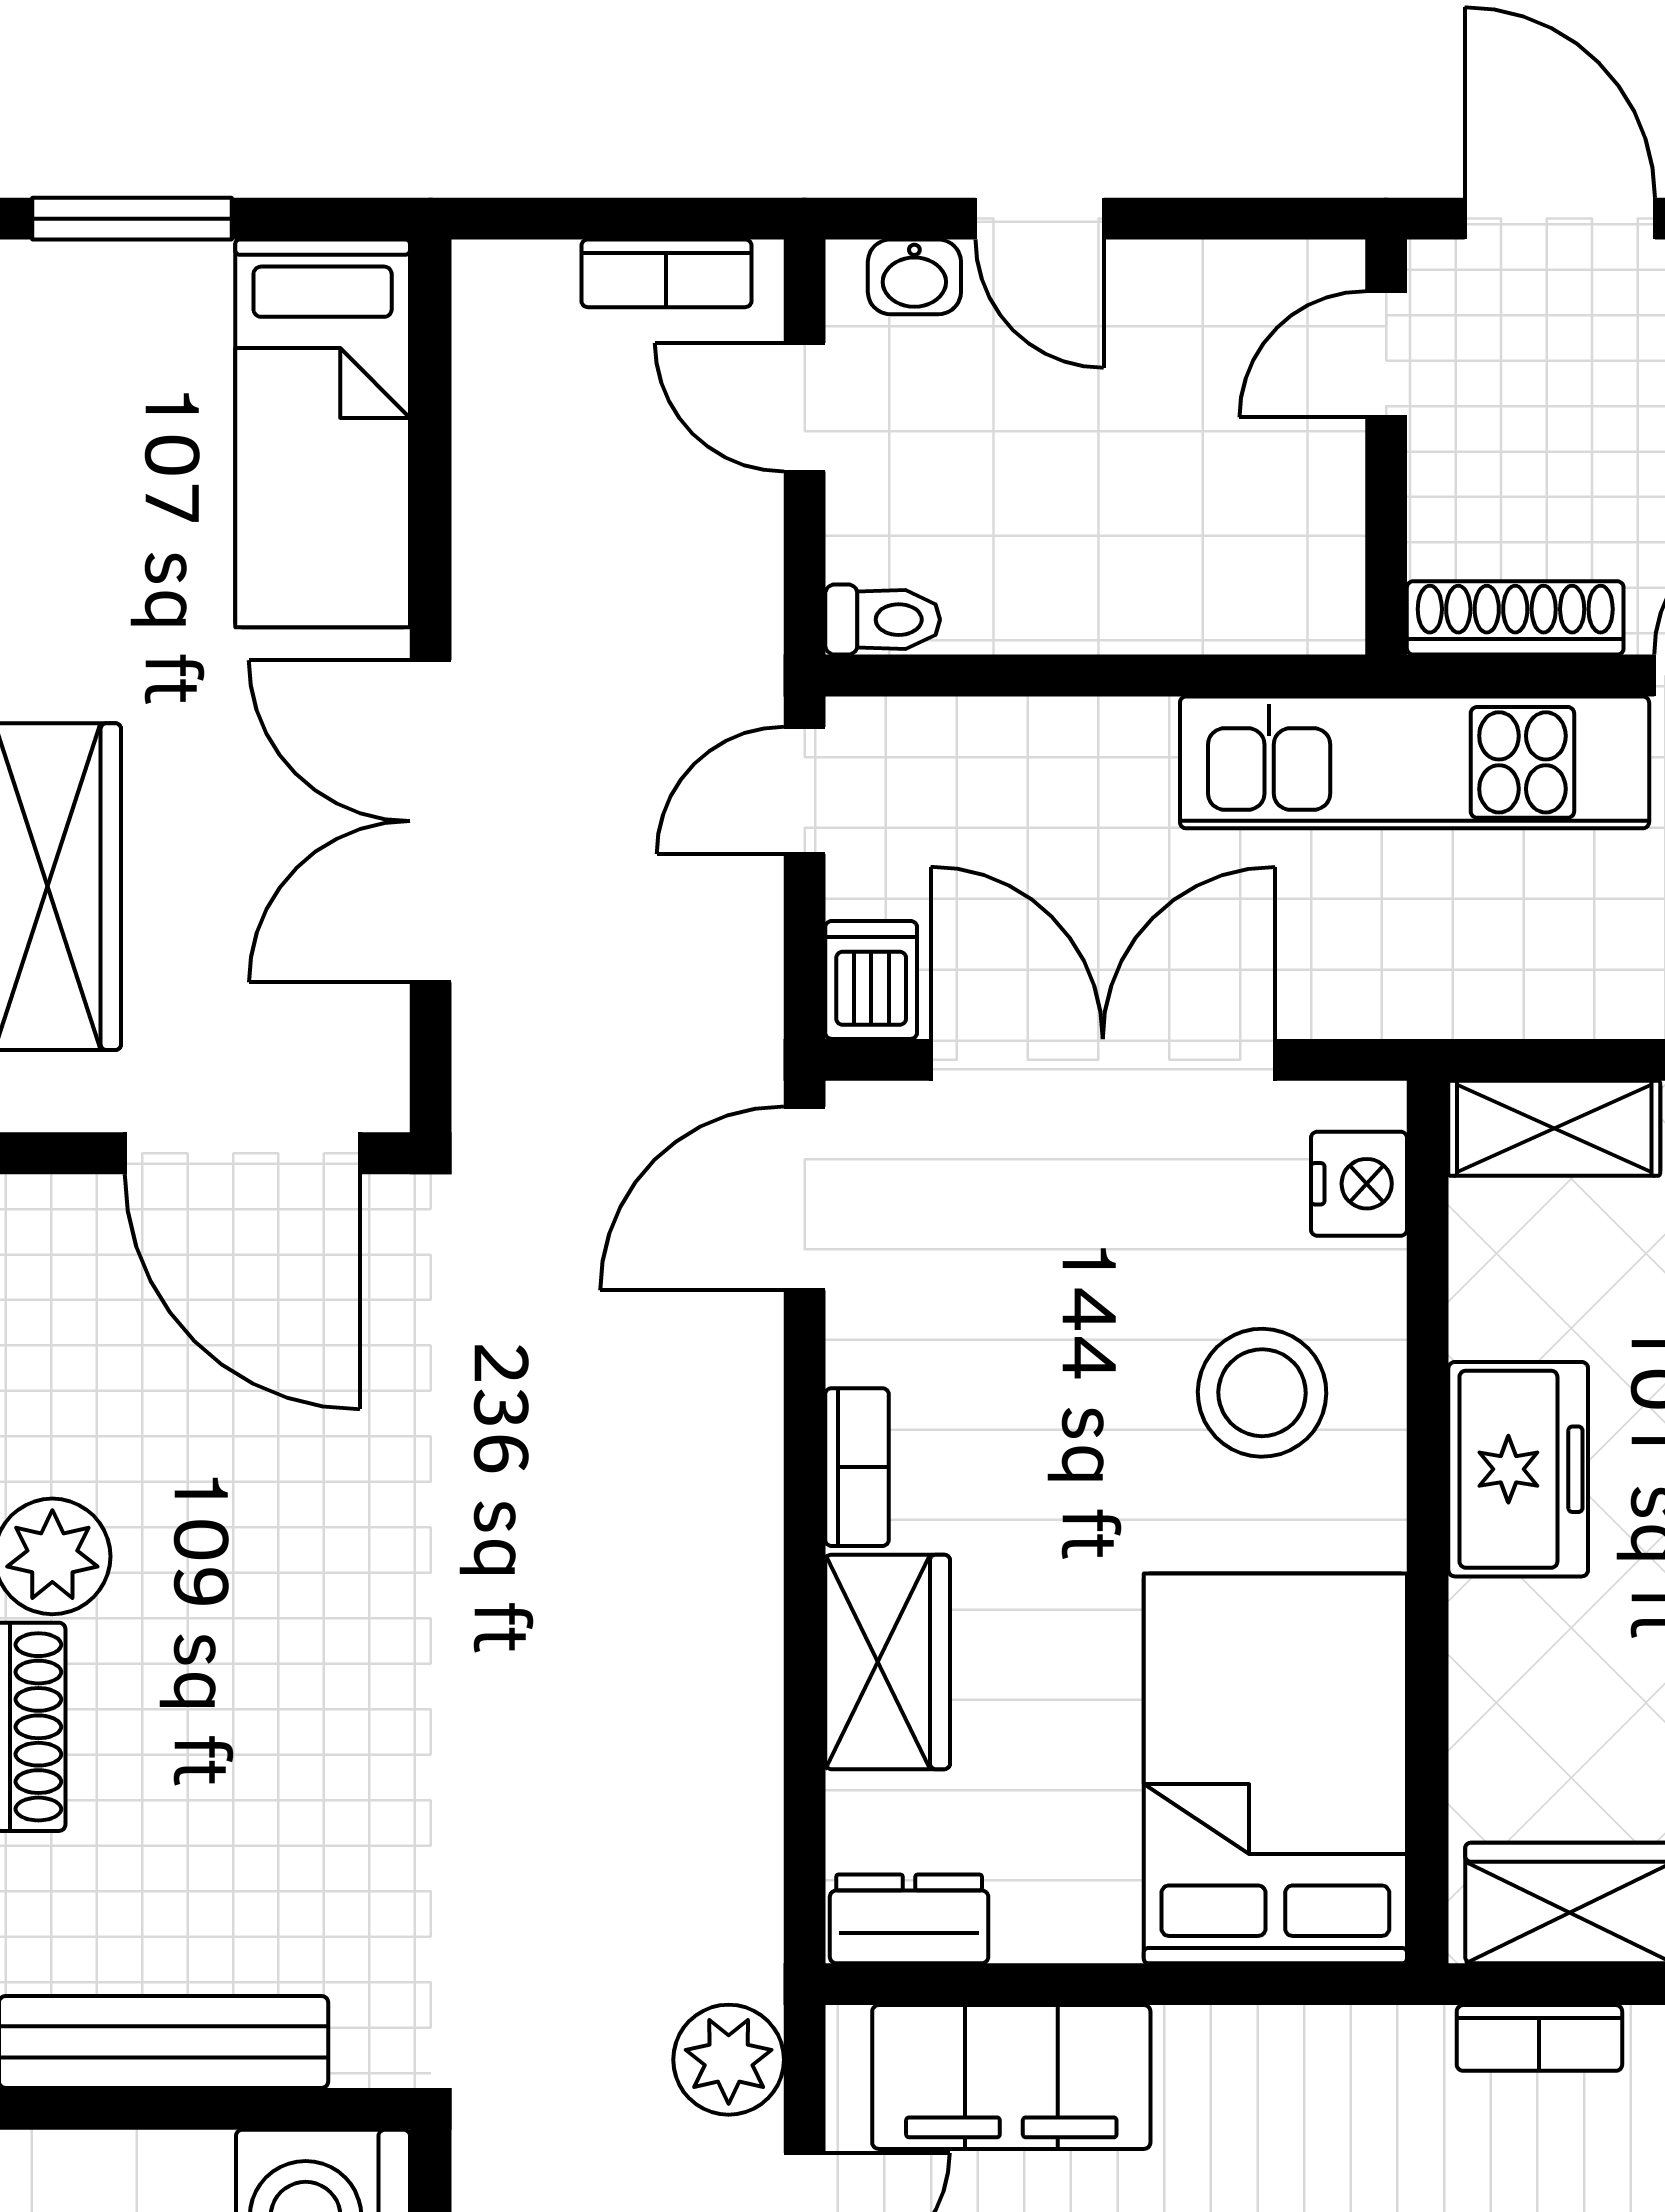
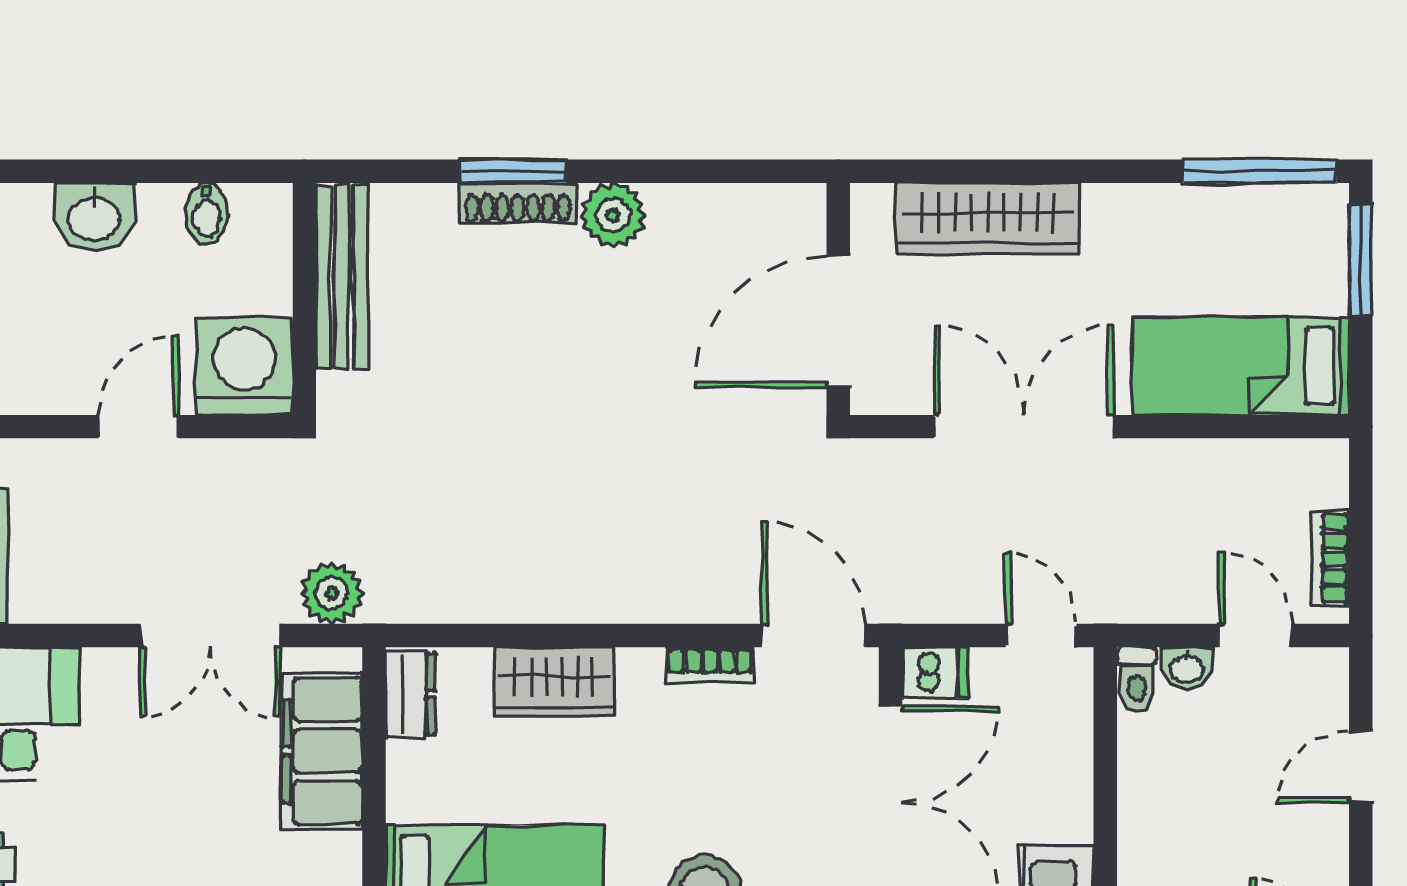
washbasin: (914, 277) -> (1187, 668), moved, turned -90
door: (805, 407) -> (1255, 636), hinge flipped
bookcase: (857, 1467) -> (710, 665), moved

